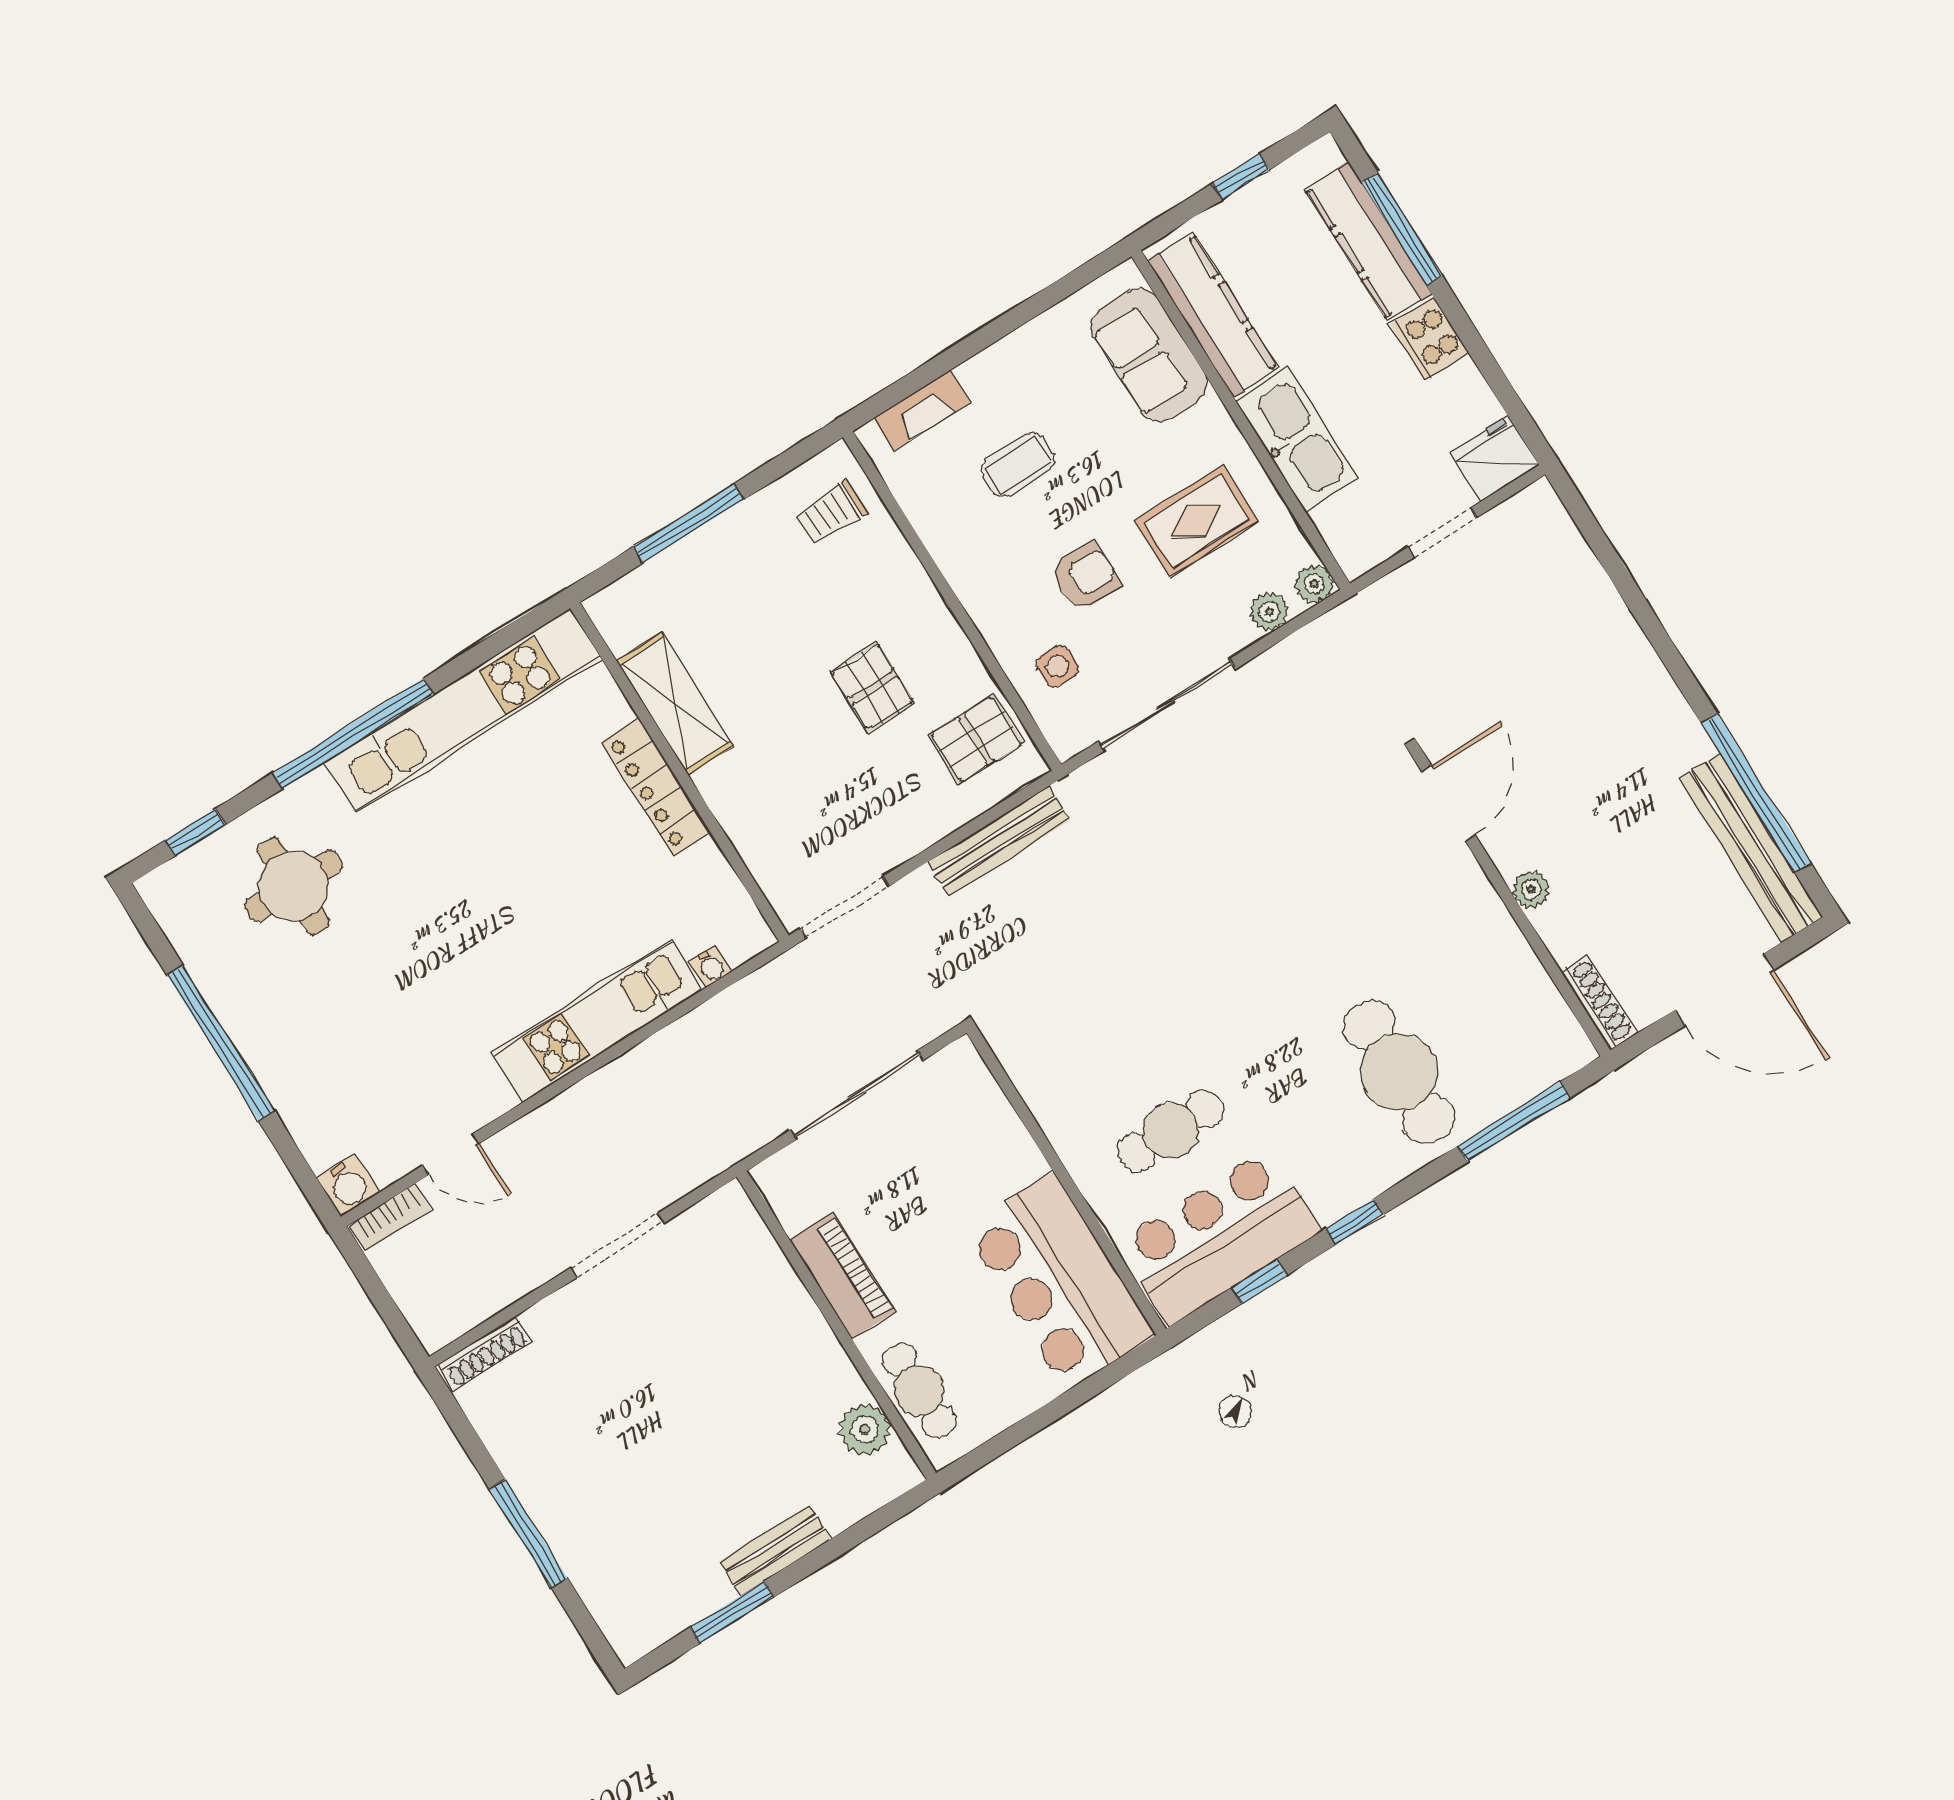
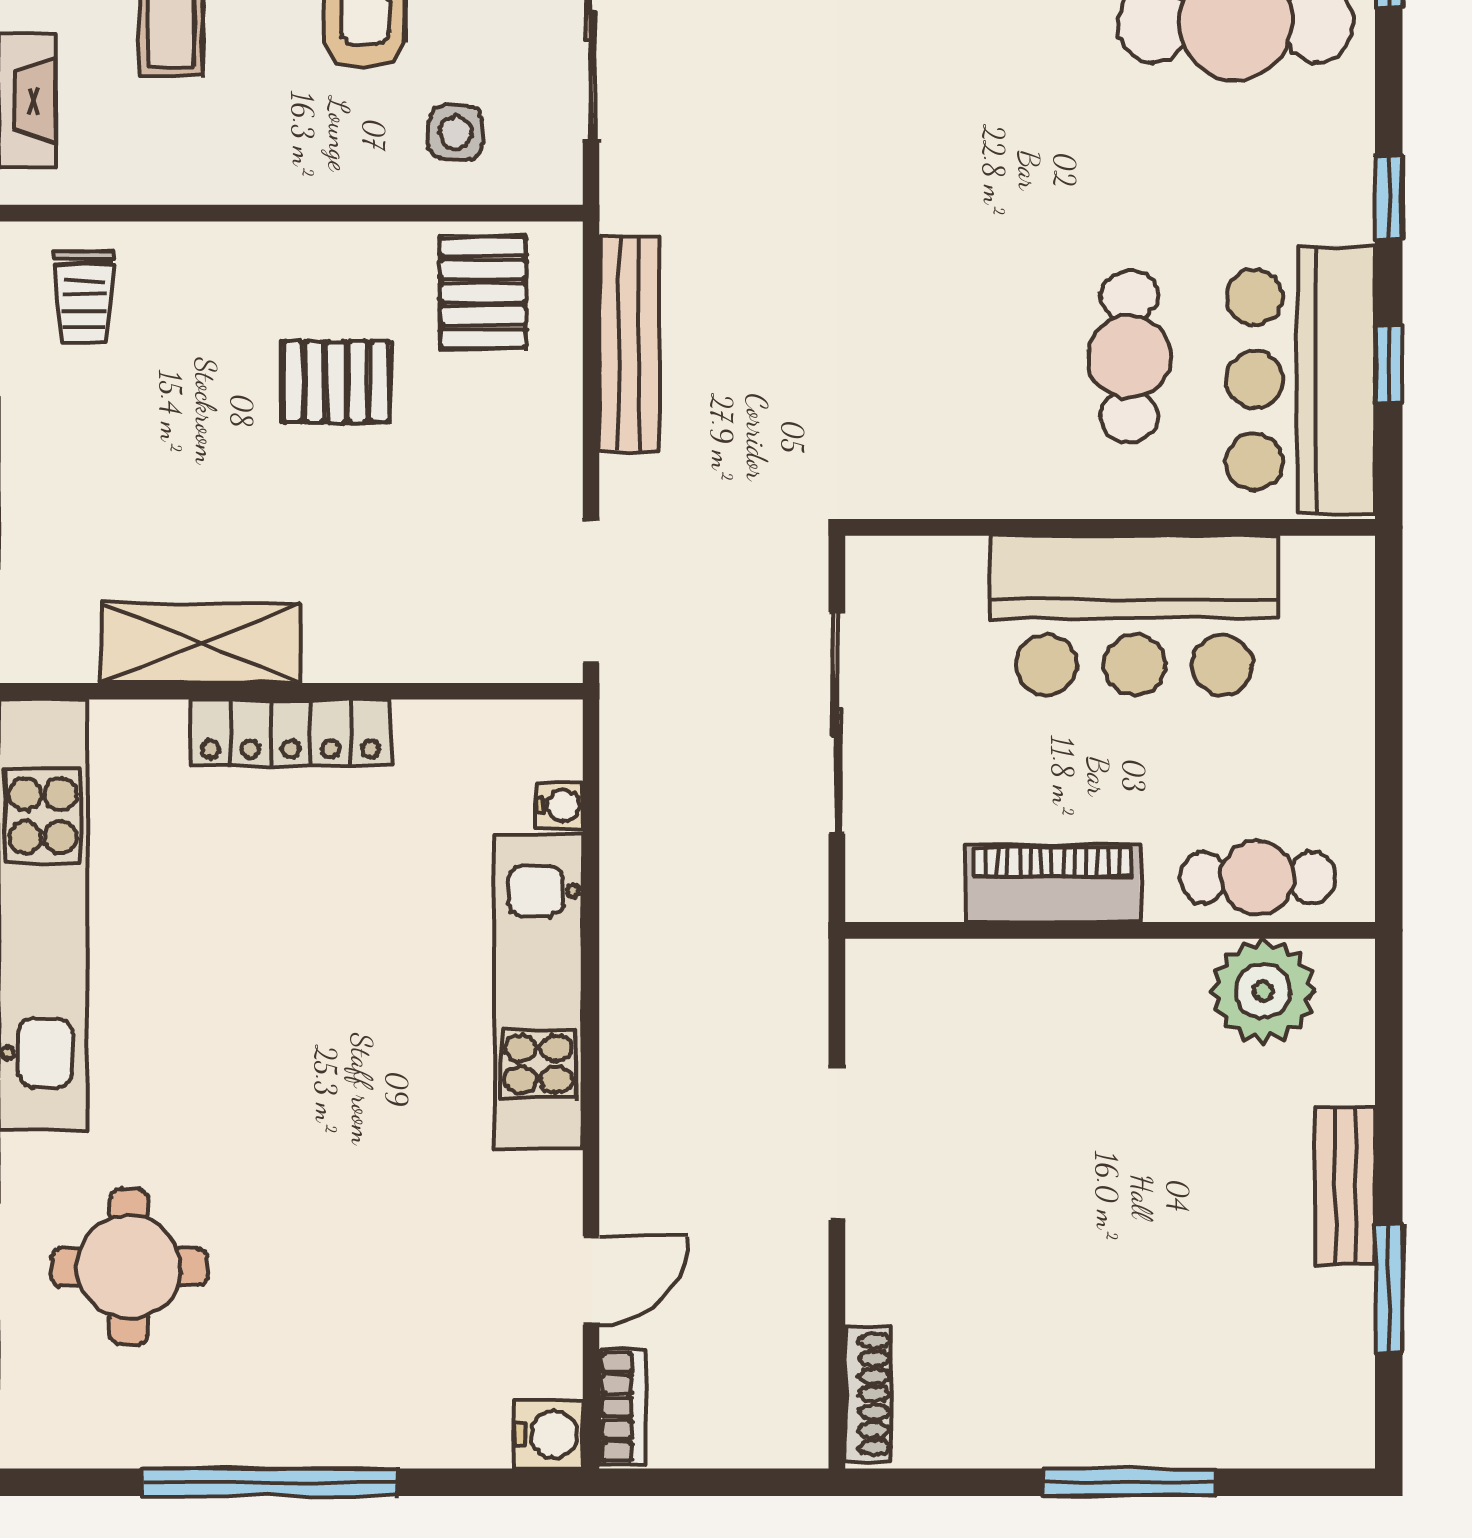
bar counter: (1060, 1282) -> (1134, 615), moved
plant: (865, 1429) -> (1263, 991), width x1.36, depth x1.36

